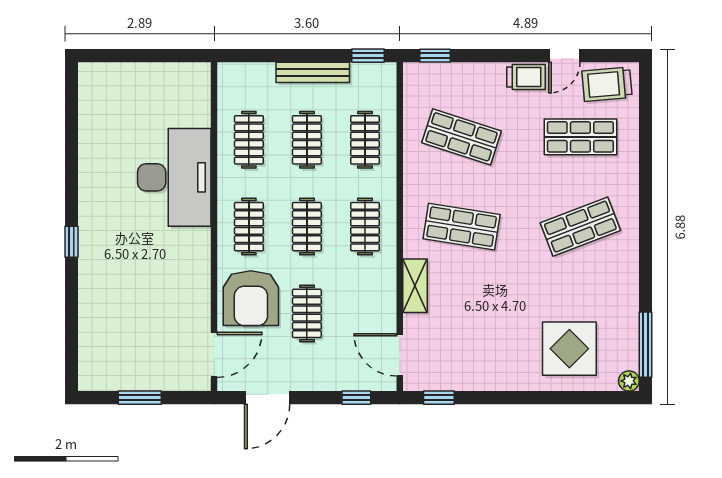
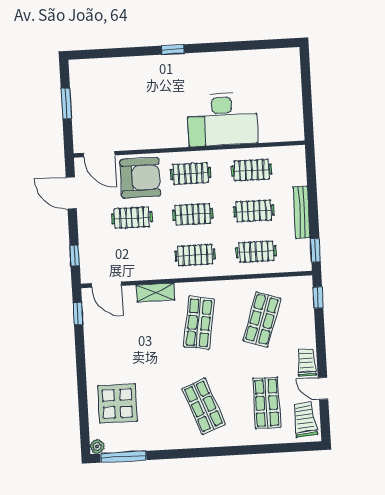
trolley: (526, 77) -> (307, 362), turned 180
armchair: (251, 298) -> (140, 178), turned 180
door: (400, 355) -> (106, 285), swing flipped

